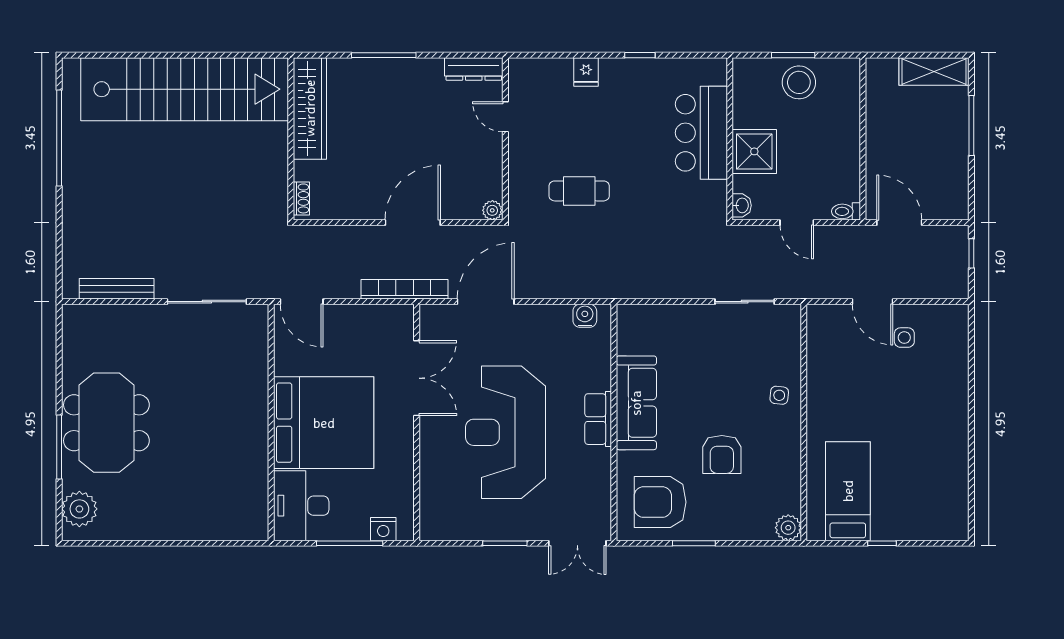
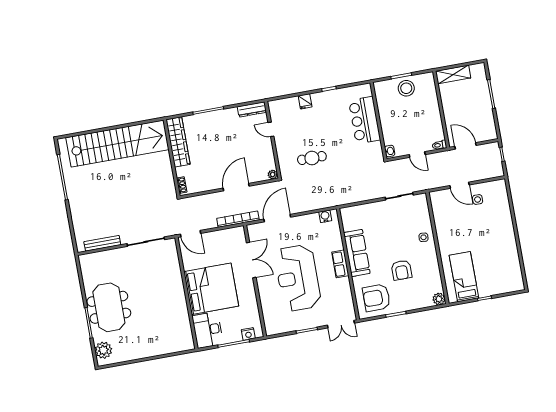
shelving: (934, 71) -> (453, 75), moved
shower: (754, 151) -> (391, 125), removed

